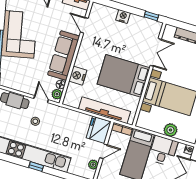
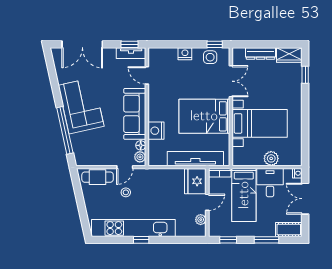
side table: (144, 26) -> (210, 57), added
door: (41, 99) -> (125, 167), swing flipped

